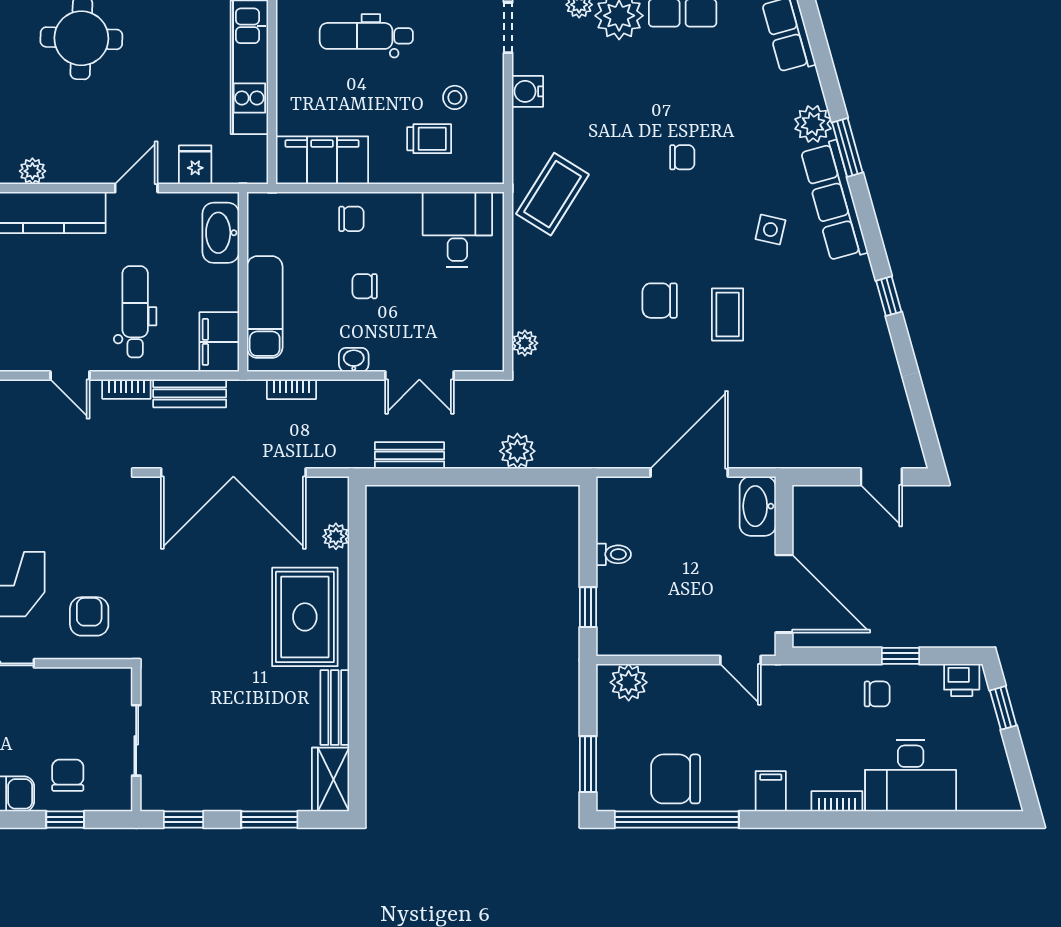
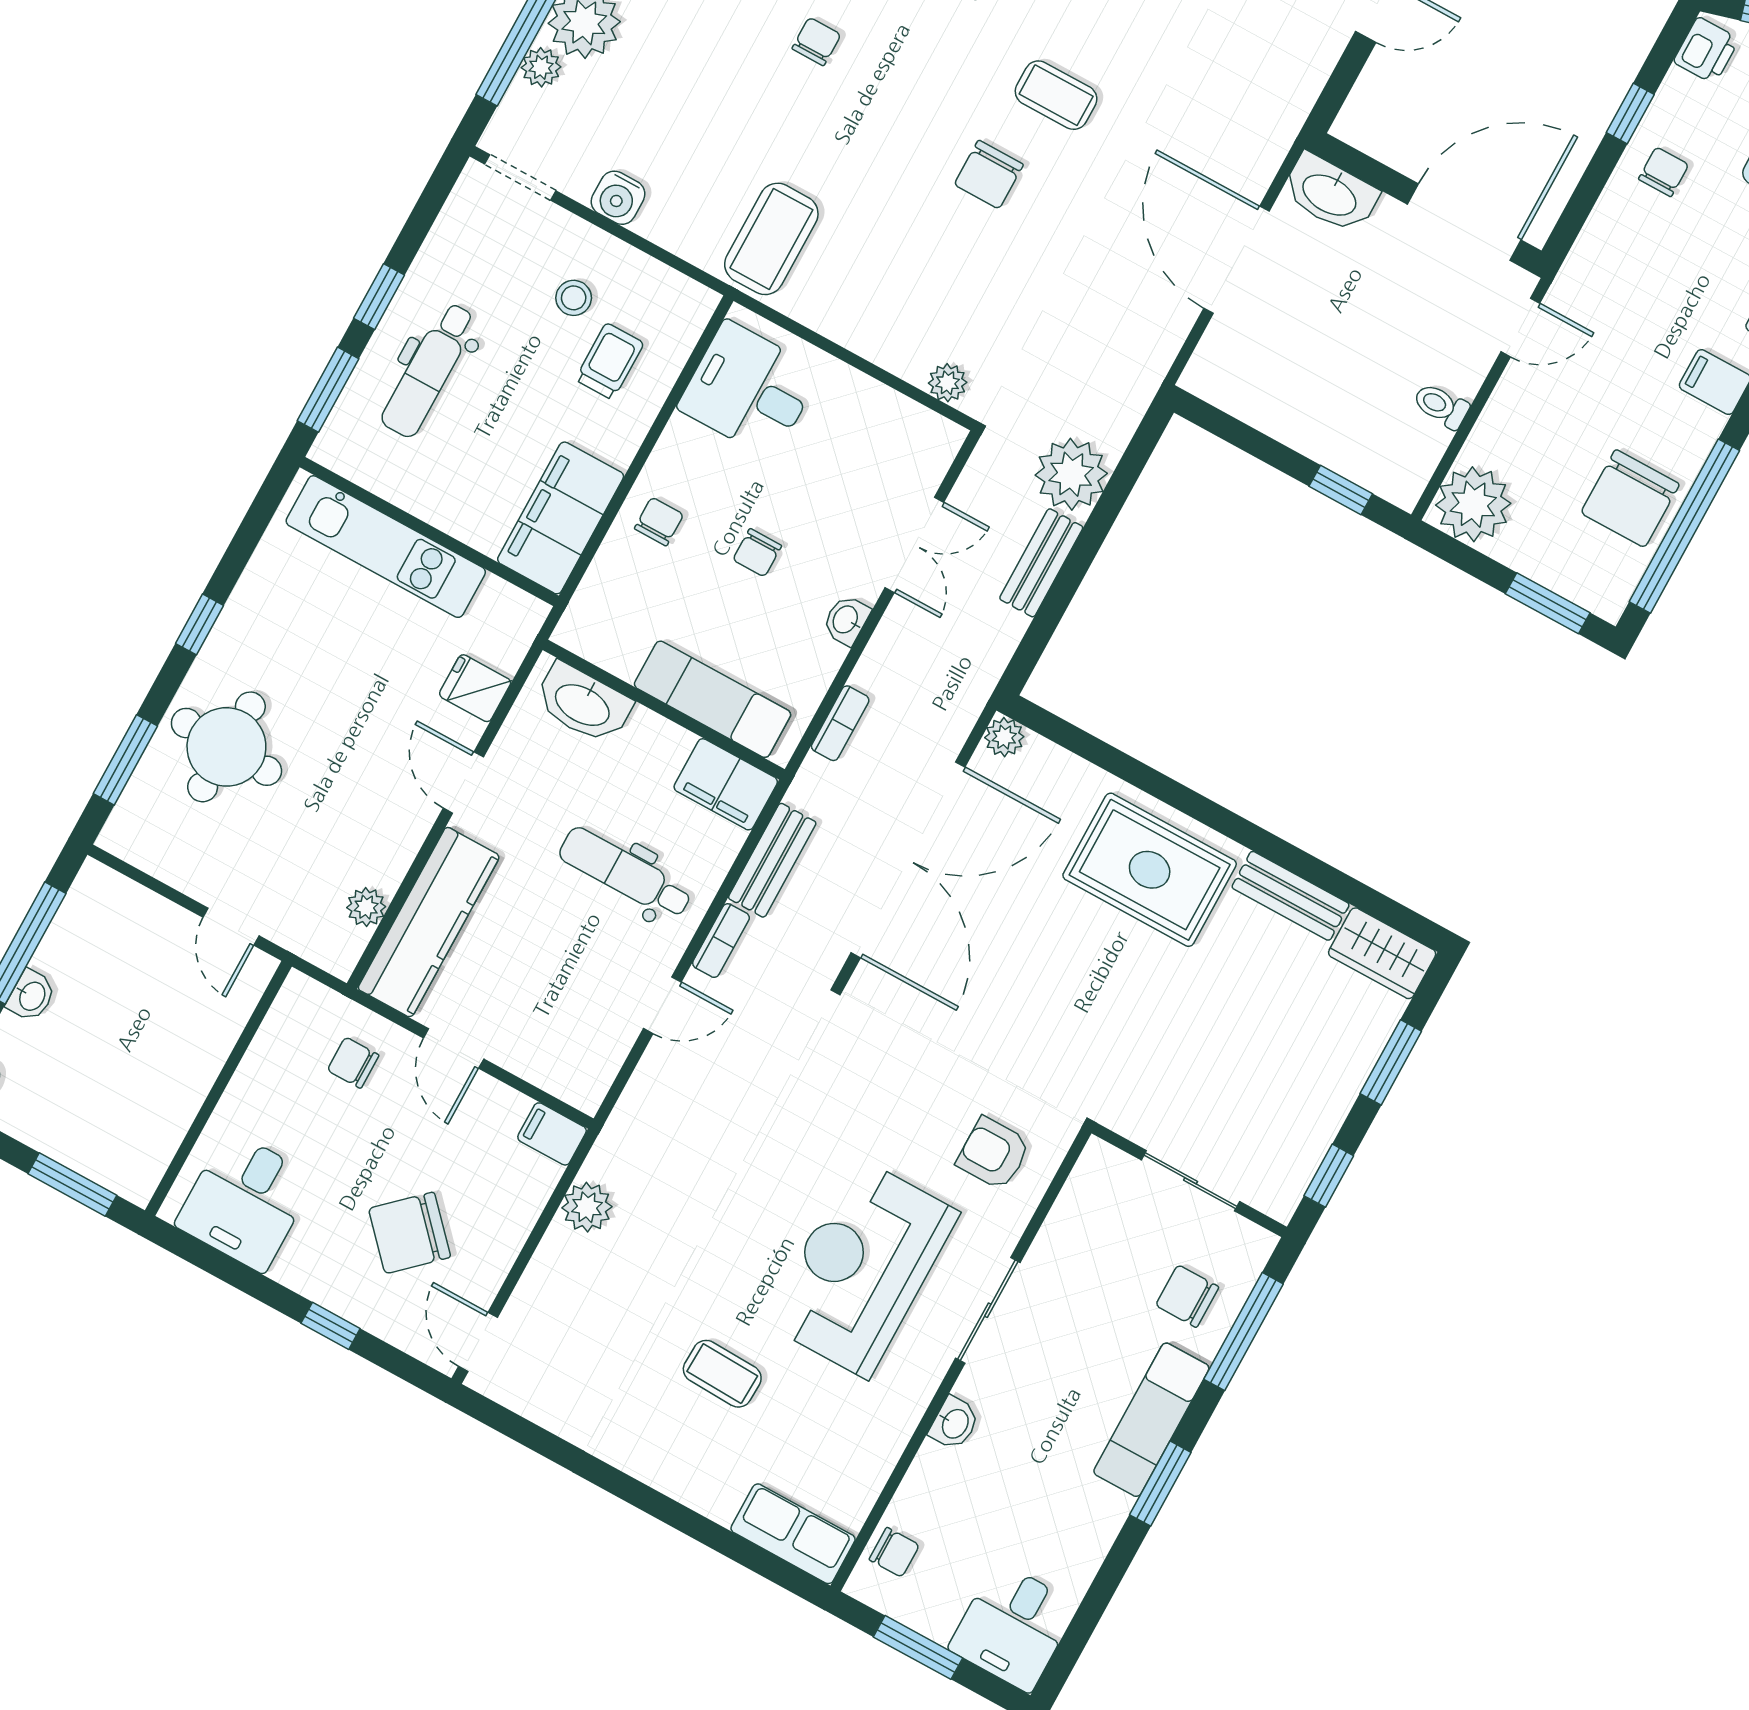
coffee table: (552, 194) -> (771, 239), turned 58
plant: (517, 451) -> (1071, 474), width x1.36, depth x1.36
bench: (409, 455) -> (1041, 563), moved
plant: (336, 536) -> (1004, 737), moved
toilet: (613, 554) -> (1441, 406), moved, turned -90
plant: (629, 682) -> (1473, 504), width x1.36, depth x1.36
window: (65, 820) -> (1243, 1332), width x2.17

